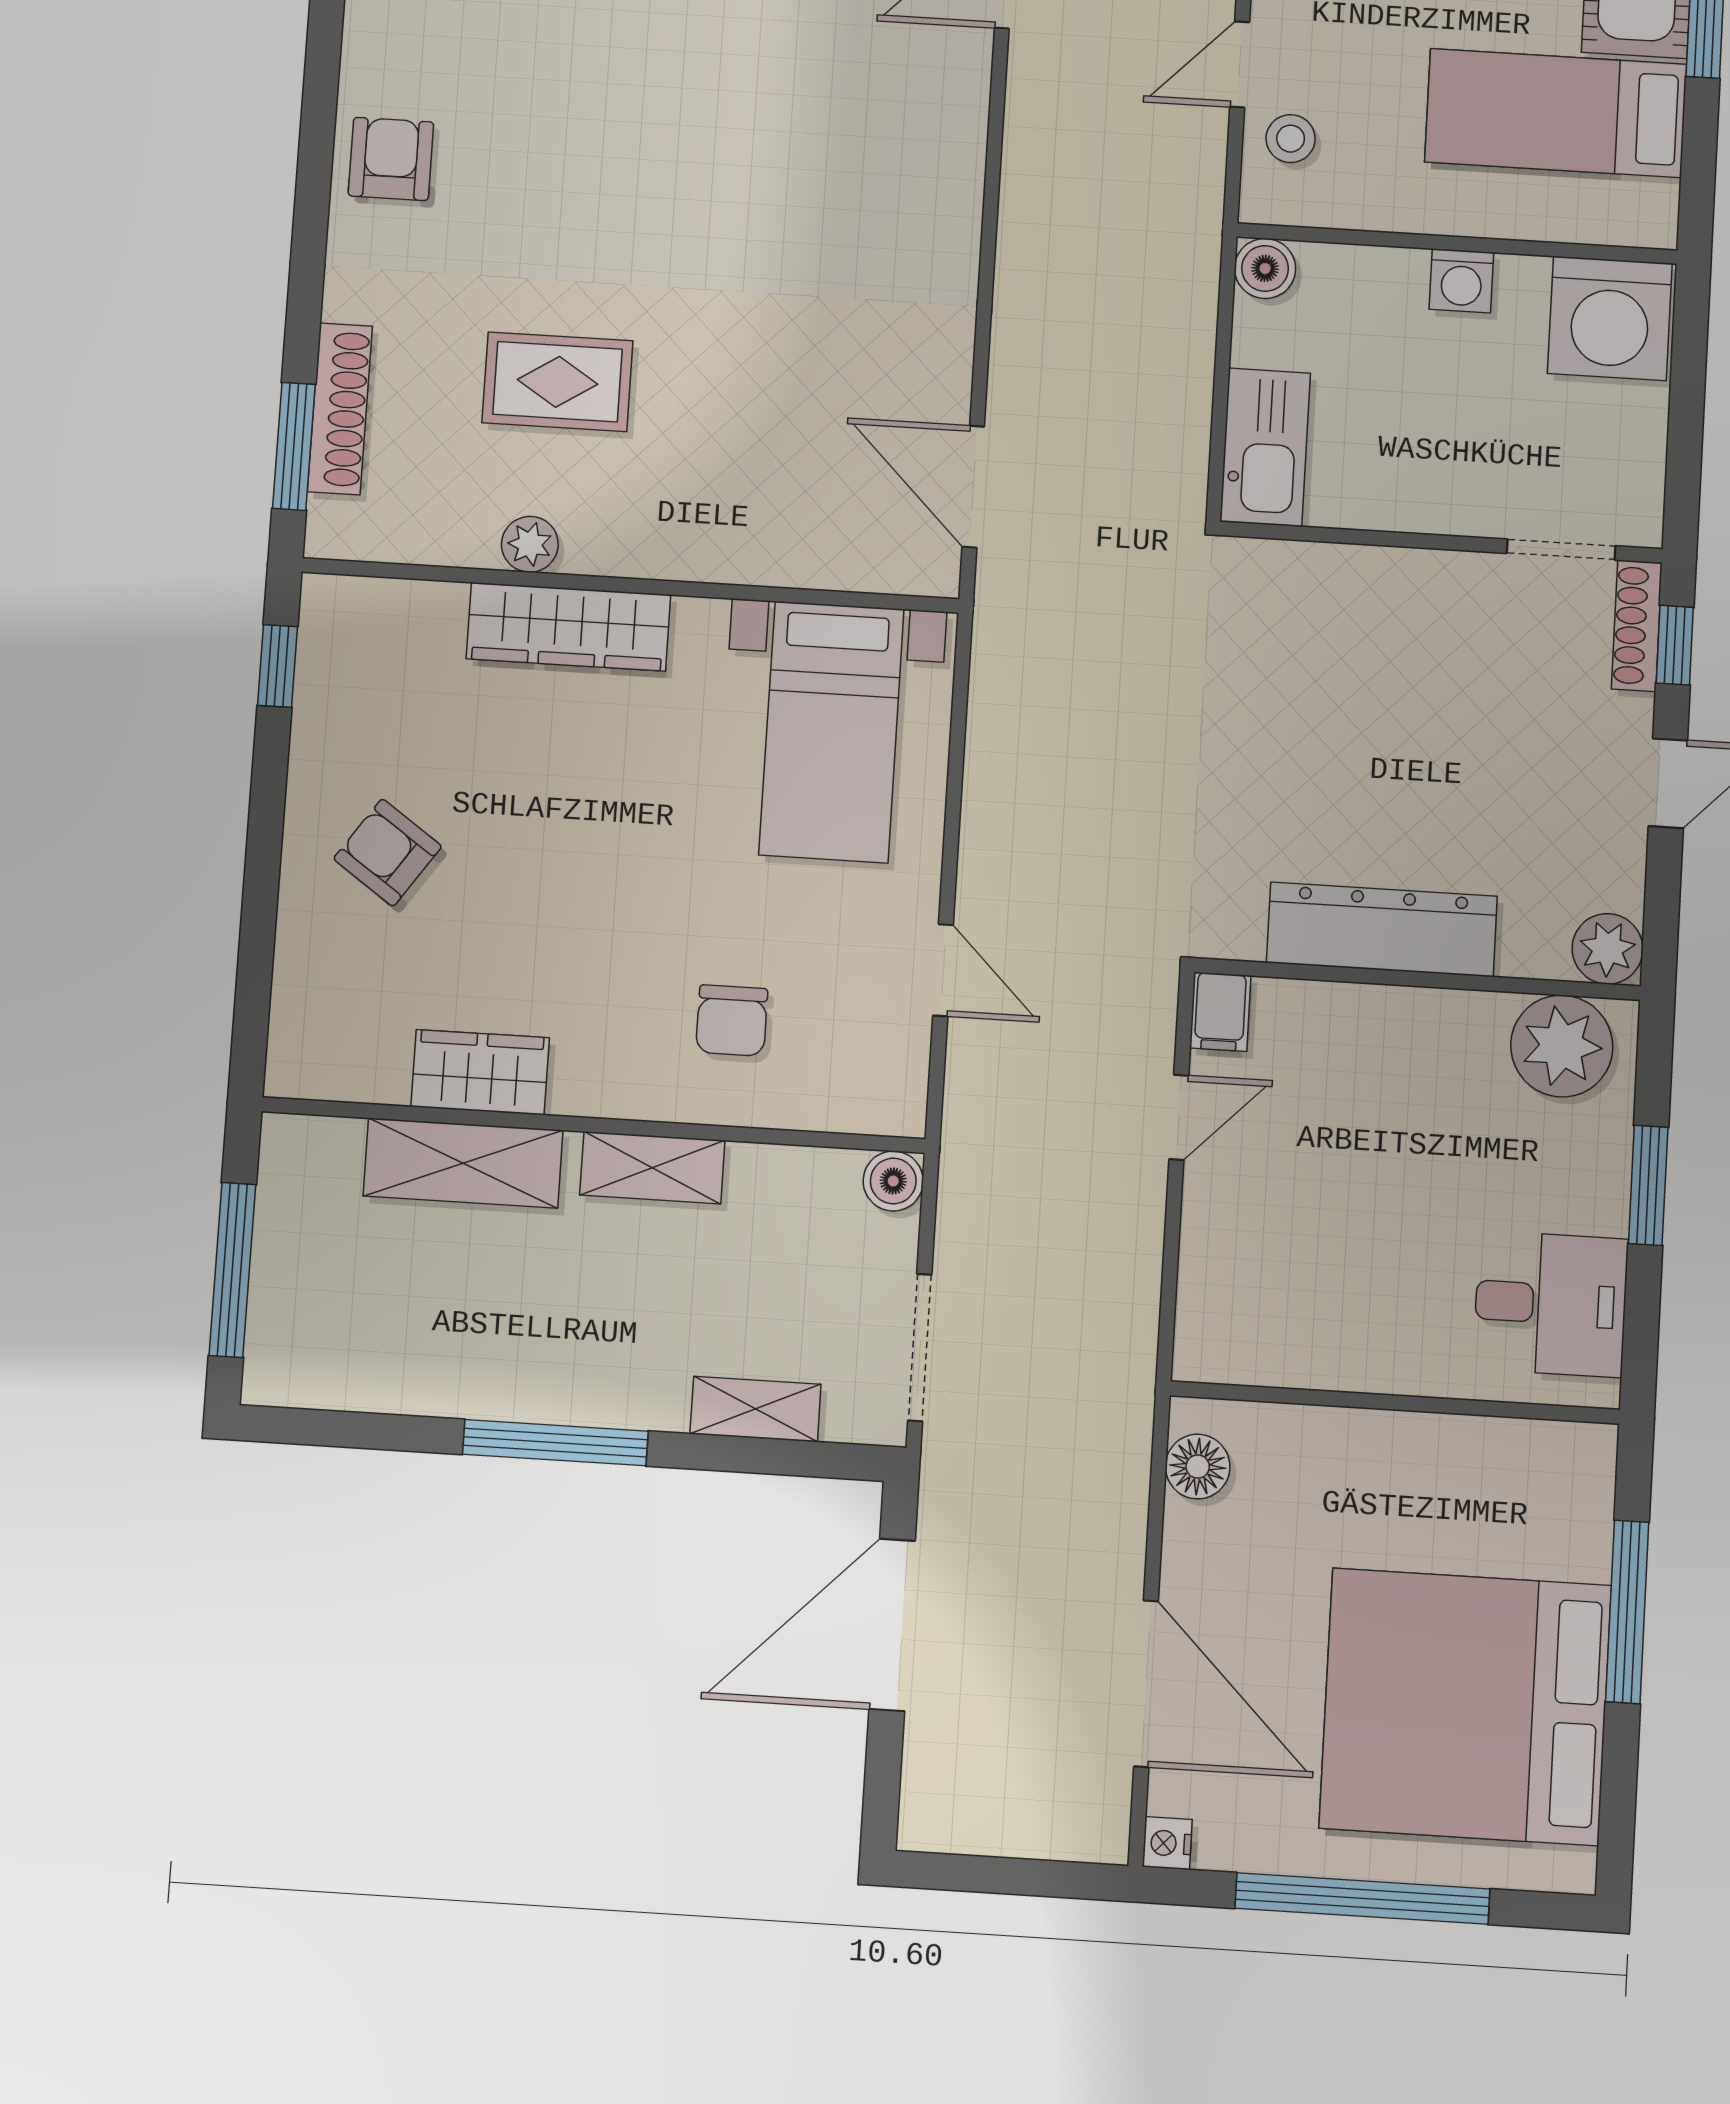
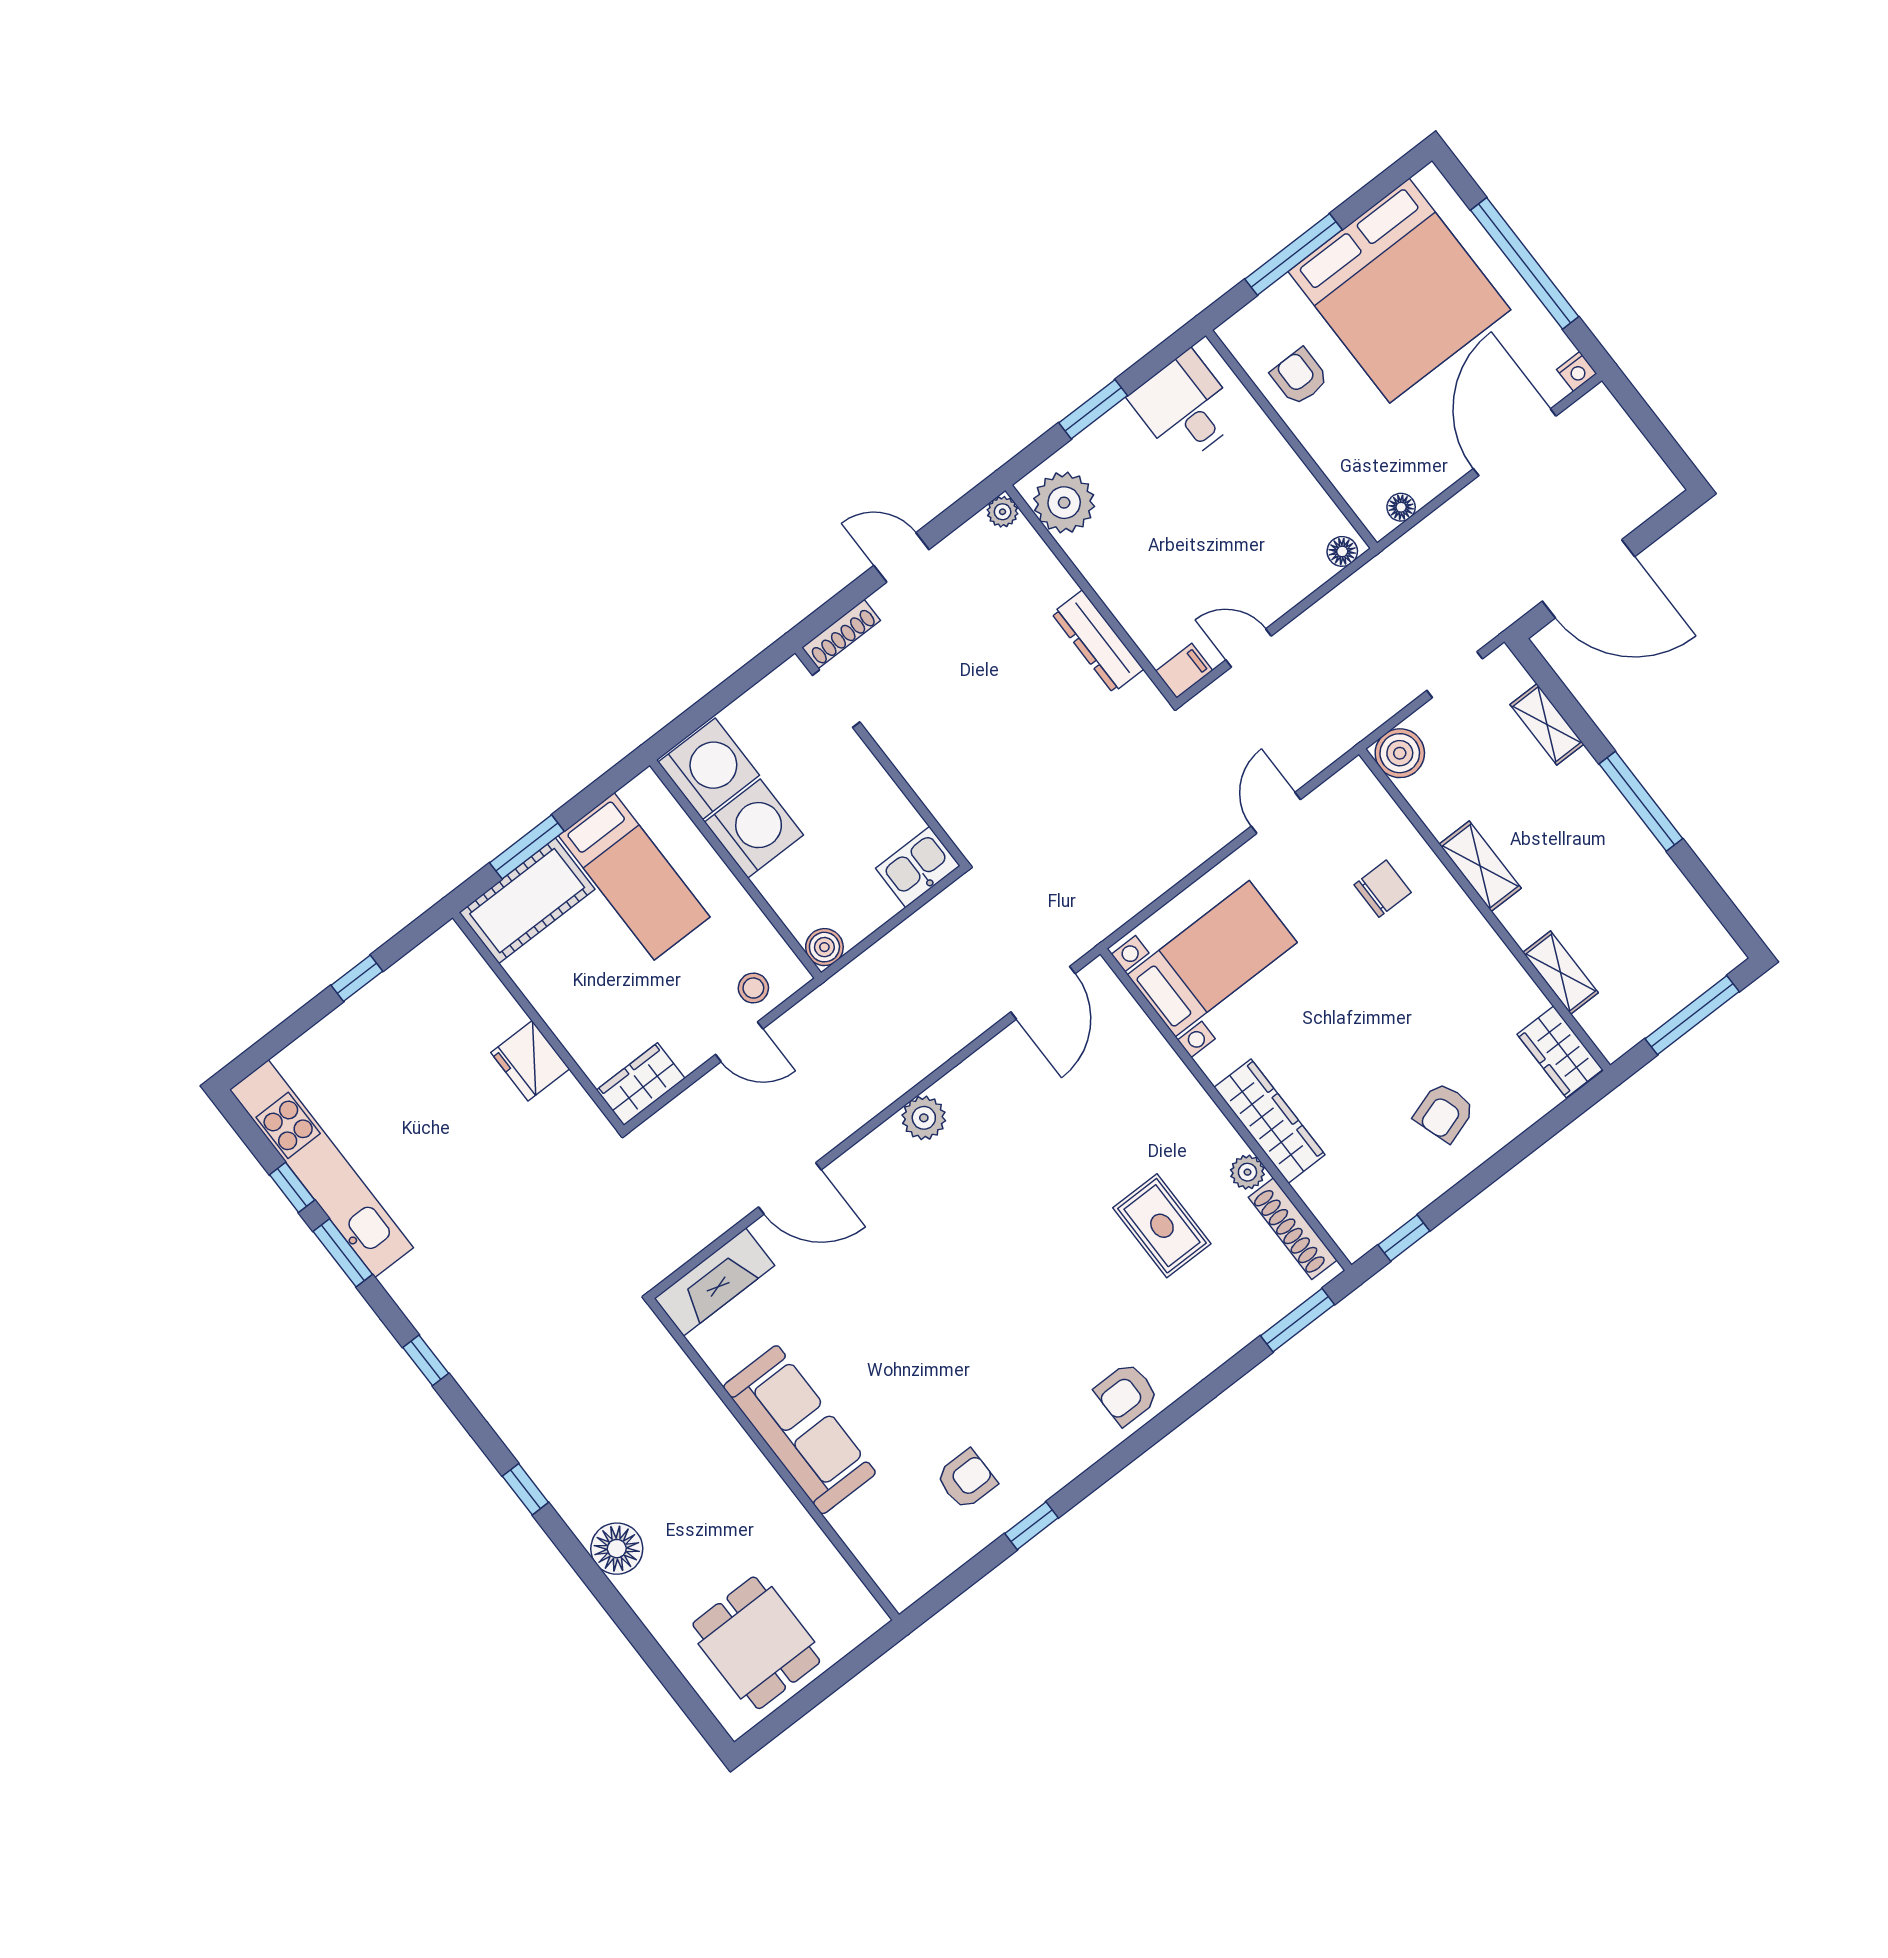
plant: (948, 207) -> (924, 1118), added
washing machine: (1461, 281) -> (754, 829), width x1.89, depth x1.89
shoe rack: (340, 409) -> (1293, 1229), moved, turned -90
kitchen sink: (1265, 447) -> (918, 867), width x0.73
window: (1675, 645) -> (835, 609), removed
armchair: (388, 853) -> (1444, 1112), turned 37
dresser: (1382, 929) -> (1098, 641), width x0.73, depth x0.80
plant: (1608, 949) -> (1003, 512), width x0.73, depth x0.73
wardrobe: (480, 1072) -> (1560, 1052), moved
shelving: (463, 1163) -> (1561, 973), width x0.67, depth x0.75
boiler: (893, 1181) -> (1400, 753), width x1.36, depth x1.36
floor lamp: (1198, 1342) -> (1342, 551), added
doorway: (920, 1348) -> (1455, 675), width x0.73
floor lamp: (1198, 1467) -> (1401, 507), width x0.73, depth x0.73
armchair: (1465, 1482) -> (1299, 377), added

